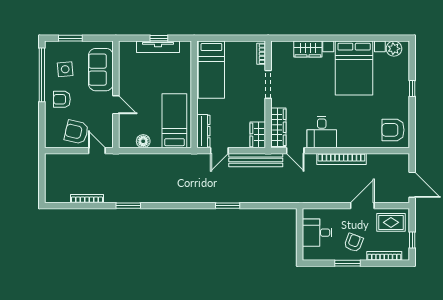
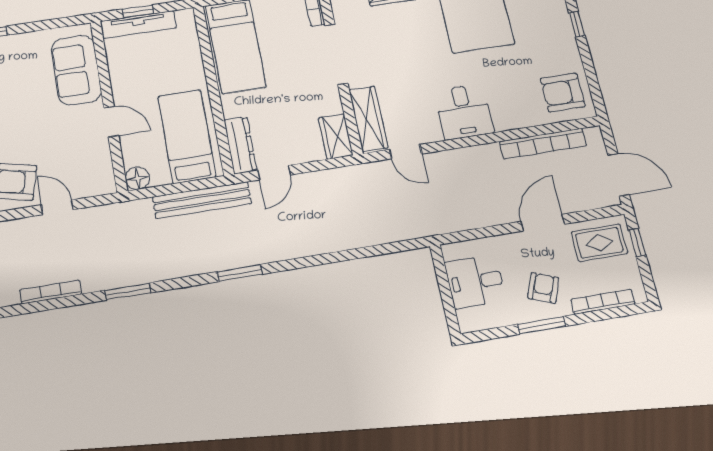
sofa: (101, 70) -> (76, 70), moved
doorway: (268, 84) -> (336, 54), width x1.36
wall: (116, 94) -> (109, 105), moved
door: (116, 105) -> (111, 122), moved
desk: (322, 132) -> (464, 112), moved
bookcase: (341, 159) -> (543, 144), moved
bench: (256, 160) -> (202, 200), moved
window: (228, 206) -> (240, 273), moved
window: (412, 240) -> (637, 243), moved

